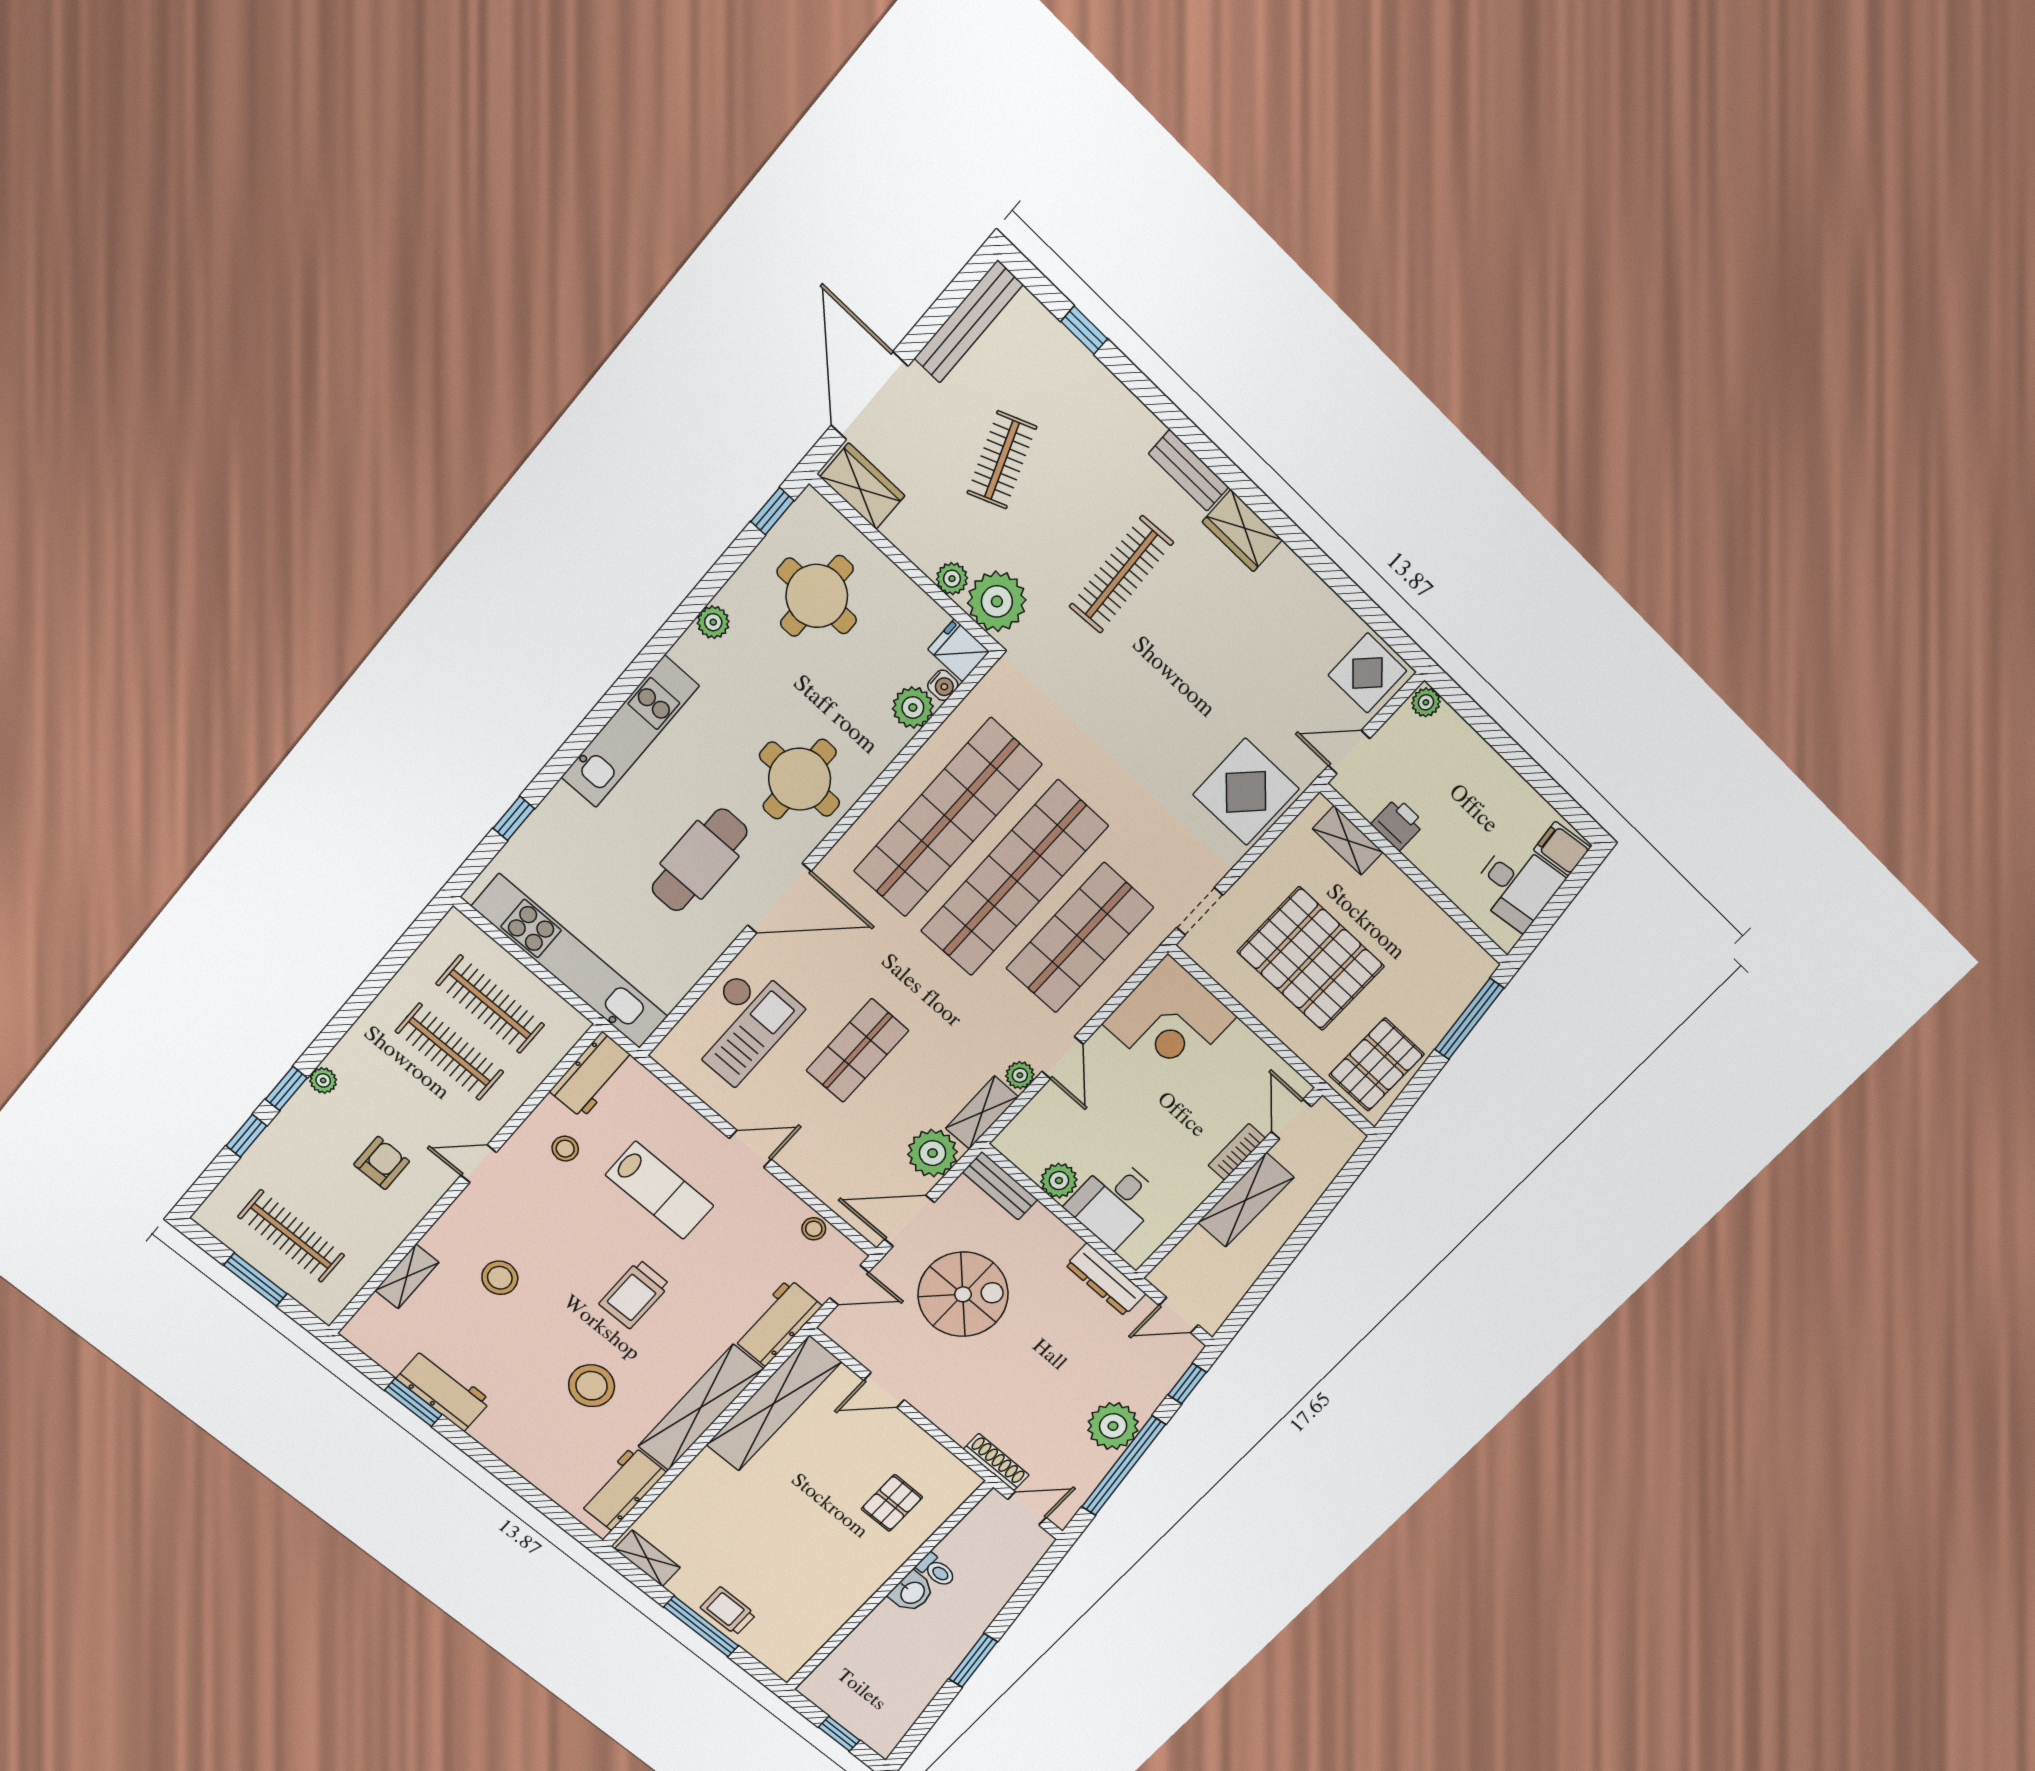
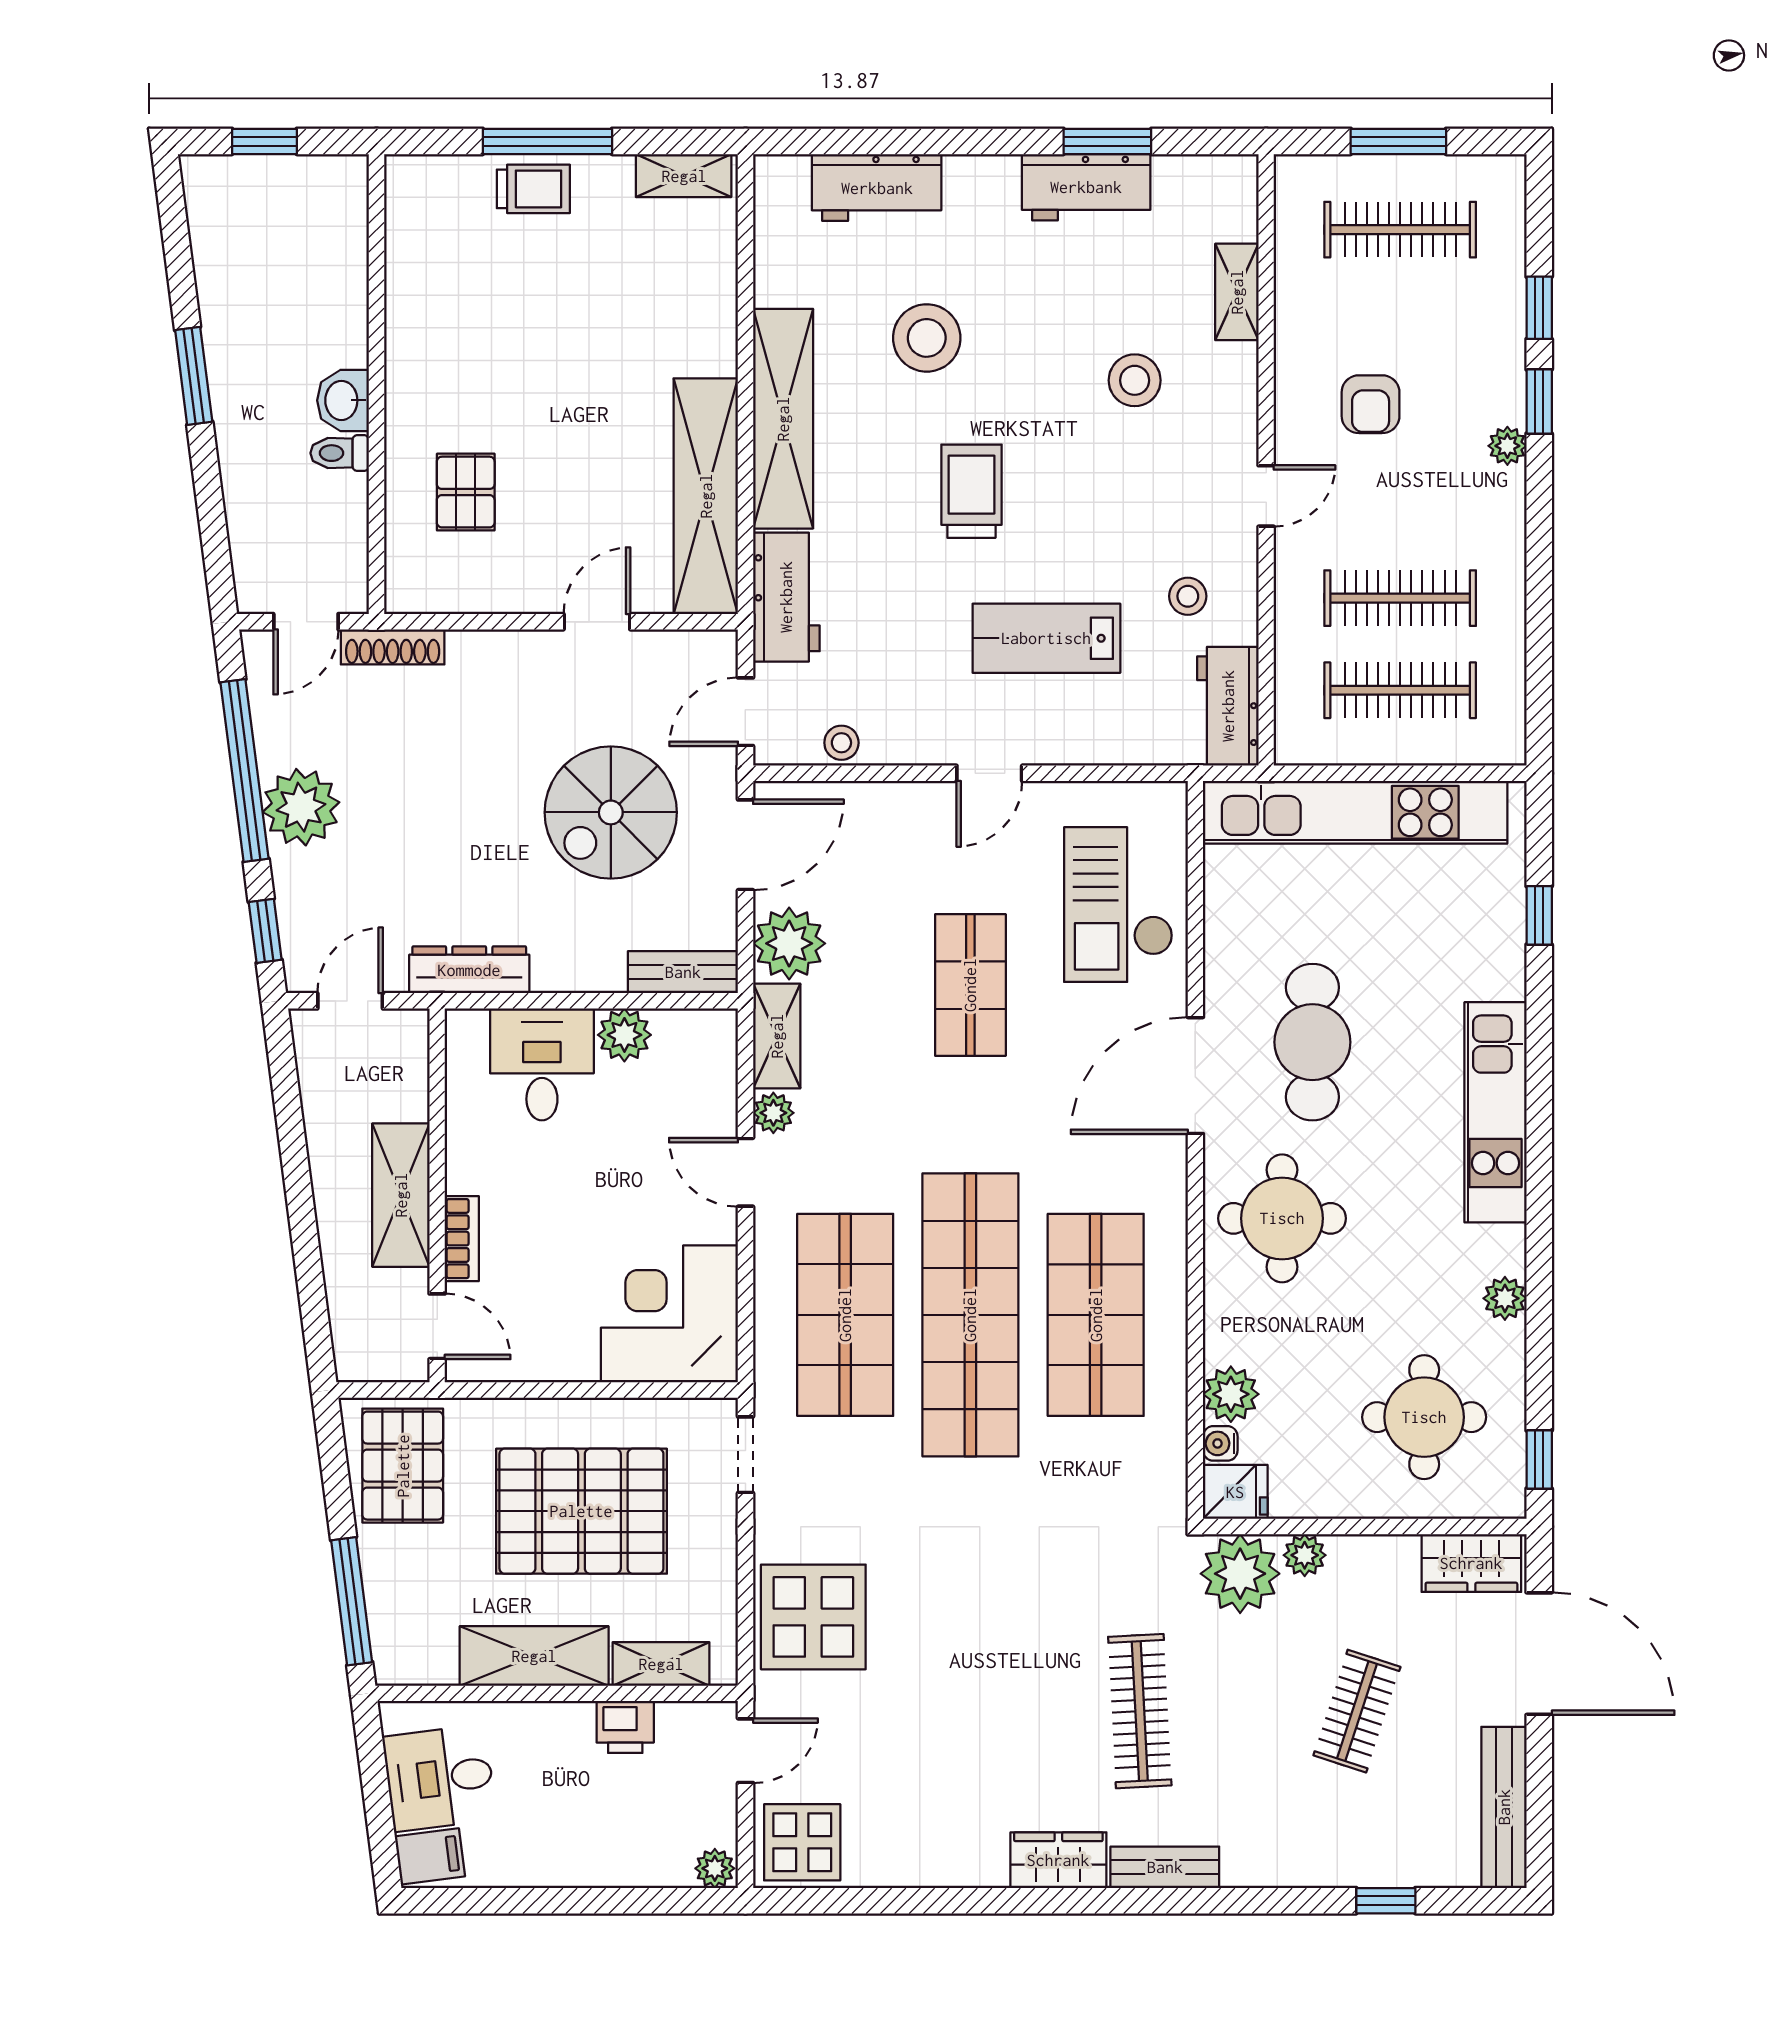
clothes rail: (1002, 460) -> (1357, 1711), turned 39
shop shelf: (947, 818) -> (1096, 1315), width x0.71
shelving: (1407, 905) -> (534, 1656), added
workbench: (622, 1488) -> (877, 188), moved, turned 90

